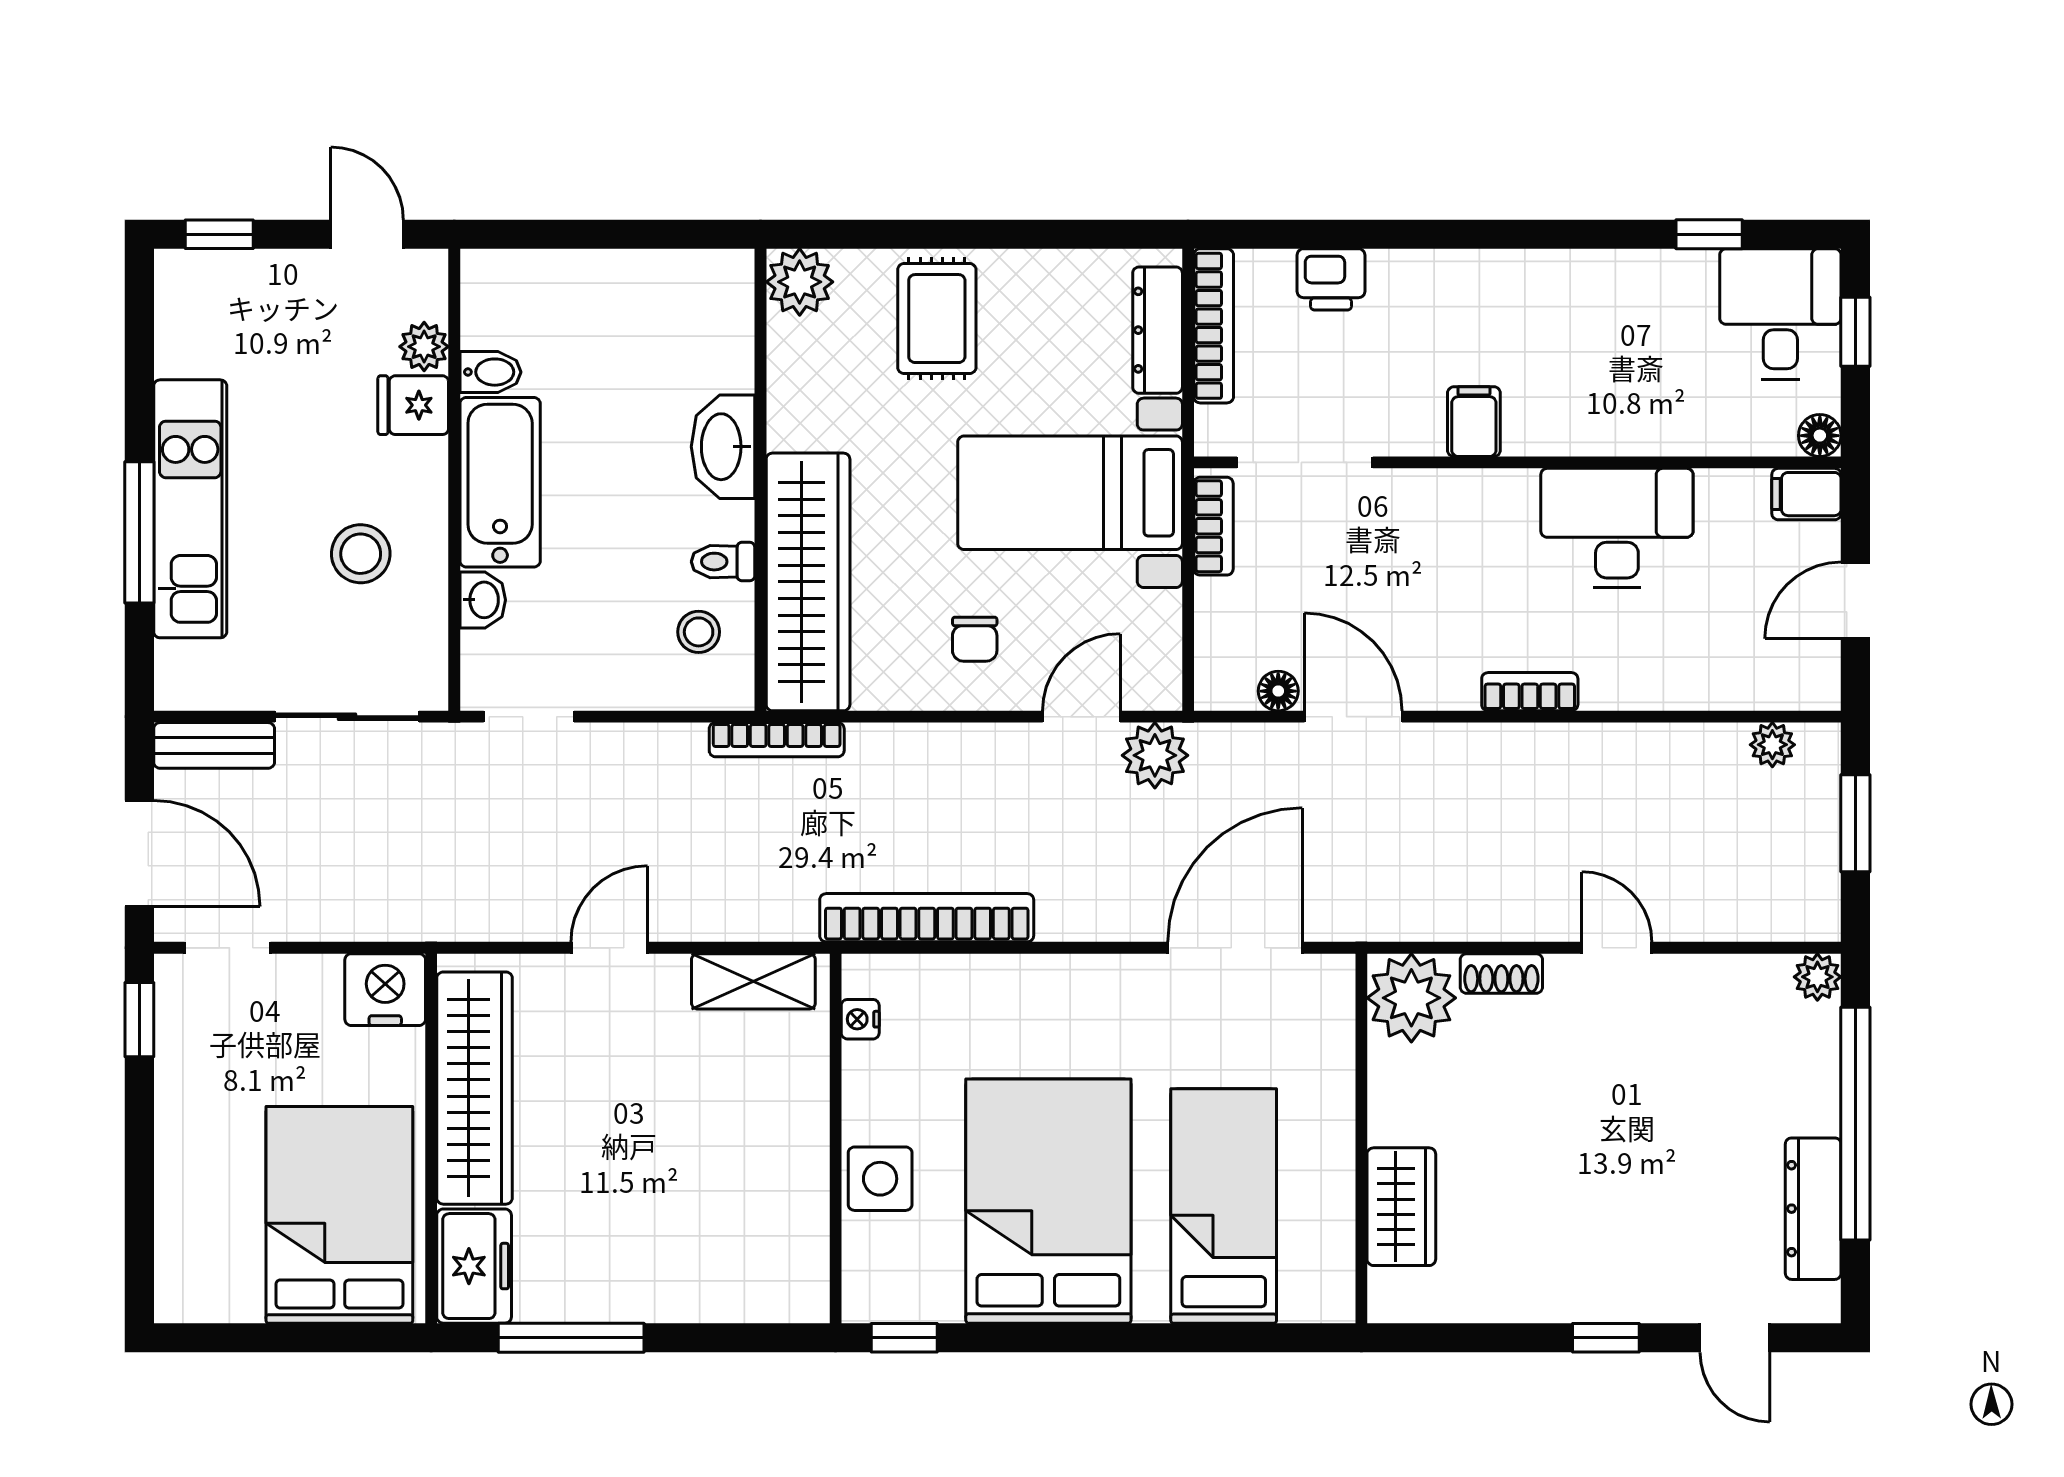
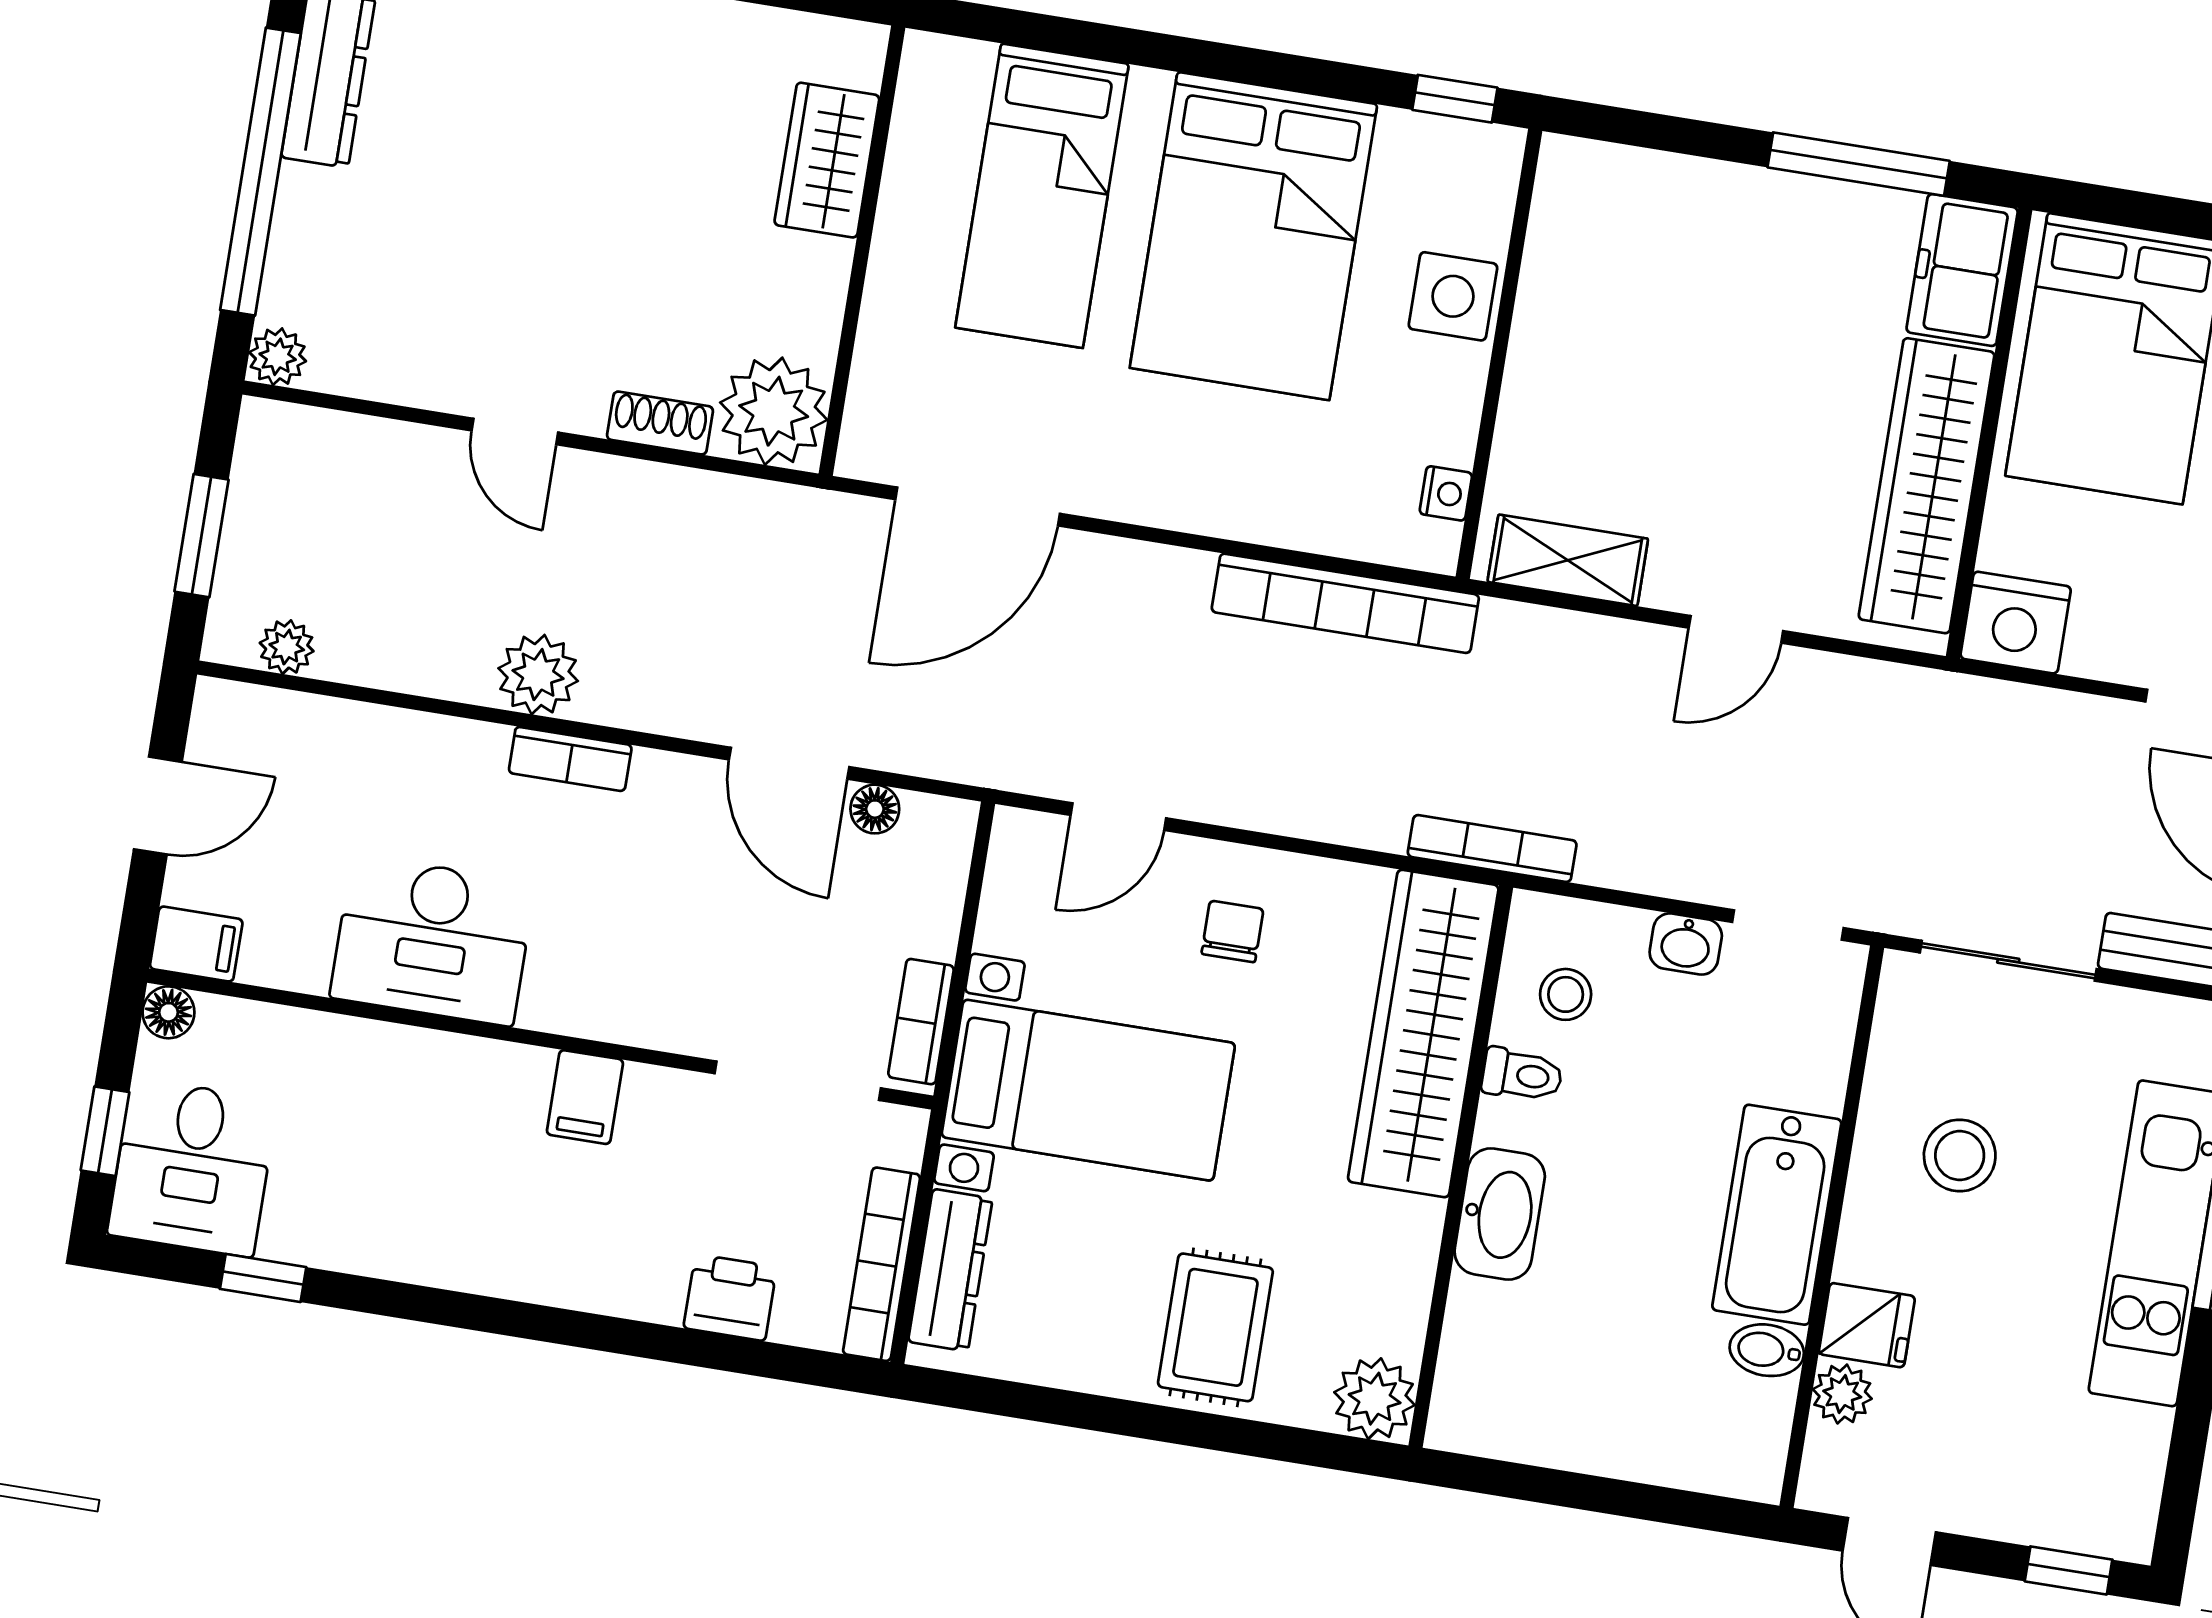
washbasin: (483, 600) -> (1686, 944), moved, turned -90
plant: (1155, 755) -> (538, 675), moved

